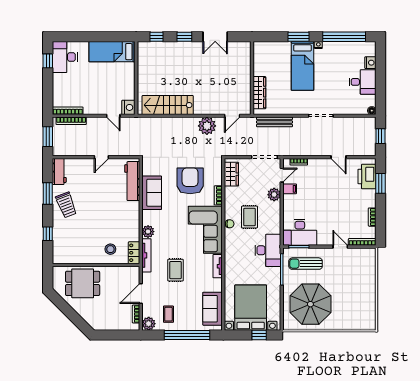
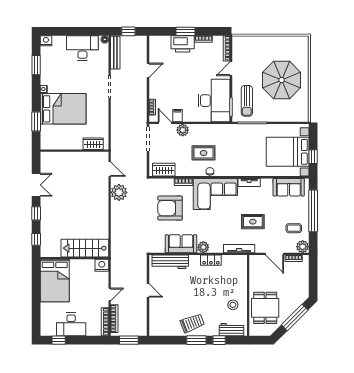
window: (298, 37) -> (36, 122), moved
window: (344, 37) -> (36, 65), width x0.47
bed: (112, 52) -> (55, 281), width x1.50
desk: (65, 57) -> (71, 324), moved
nightstand: (370, 63) -> (46, 41), moved
bed: (303, 66) -> (63, 109), width x1.50
desk: (363, 82) -> (82, 48), width x1.37
wardrobe: (259, 93) -> (93, 144), width x0.67
stairs: (168, 105) -> (85, 248), moved, turned 90
door: (113, 116) -> (110, 294), moved
bench: (274, 122) -> (115, 53), moved
workbench: (59, 171) -> (231, 330), moved
printer: (367, 177) -> (183, 44), moved
window: (380, 183) -> (185, 31), moved
window: (48, 194) -> (196, 340), moved
plant: (148, 232) -> (203, 247), moved
desk: (300, 232) -> (214, 101), width x1.36, depth x1.30
stool: (110, 249) -> (233, 305), moved
desk: (268, 250) -> (234, 136), removed
locker: (134, 253) -> (211, 260), moved
parasol: (310, 304) -> (282, 80), moved
window: (72, 315) -> (295, 317), added
window: (259, 335) -> (313, 157), moved

